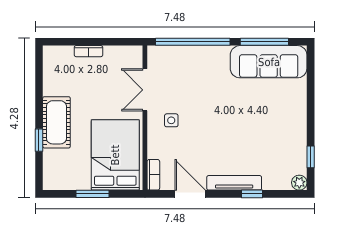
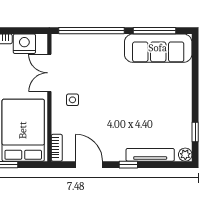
nightstand: (117, 57) -> (24, 44), added
tv unit: (234, 183) -> (150, 155), moved
window: (252, 194) -> (128, 165), moved

